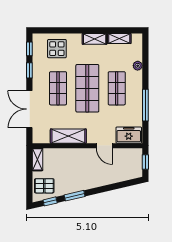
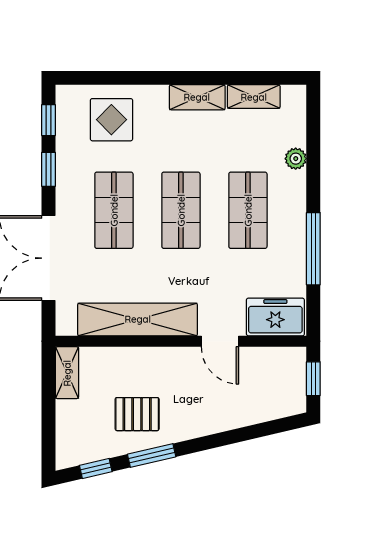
shop shelf: (87, 88) -> (181, 210), width x0.70, depth x0.74
shelving: (68, 136) -> (138, 319), width x1.47
pallet: (44, 186) -> (137, 414), moved

